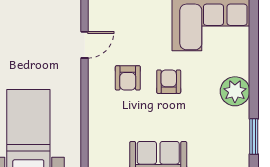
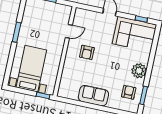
armchair: (169, 82) -> (129, 92), moved

